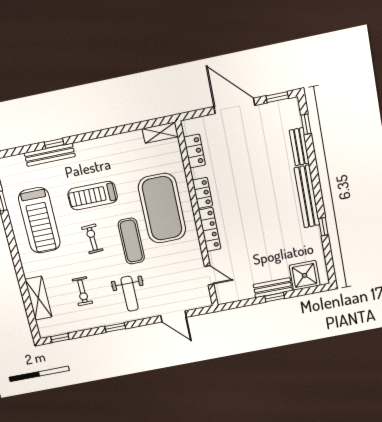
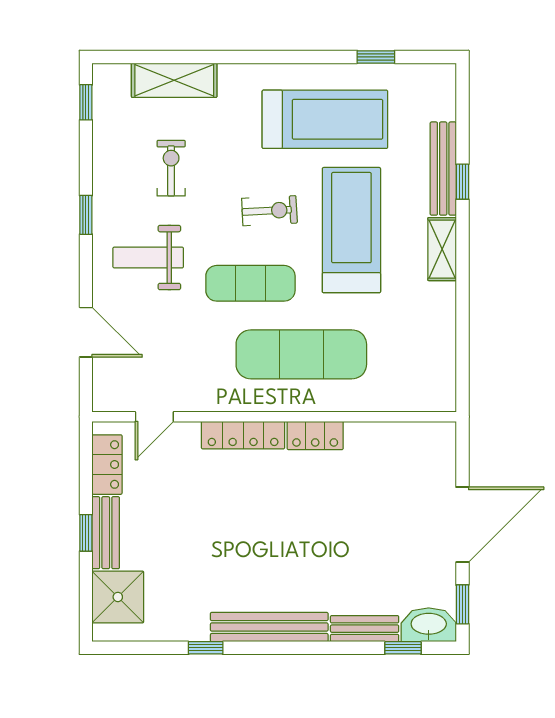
washbasin: (291, 113) -> (429, 625), added
shelving: (160, 133) -> (442, 249), moved
locker: (195, 151) -> (107, 465), moved, turned -90
treadmill: (93, 196) -> (351, 230), width x1.37, depth x1.38
exercise mat: (162, 208) -> (301, 354), width x0.68
treadmill: (39, 220) -> (325, 119), turned 180
exercise bike: (82, 291) -> (171, 168), turned 90
door: (173, 316) -> (86, 332), swing flipped

